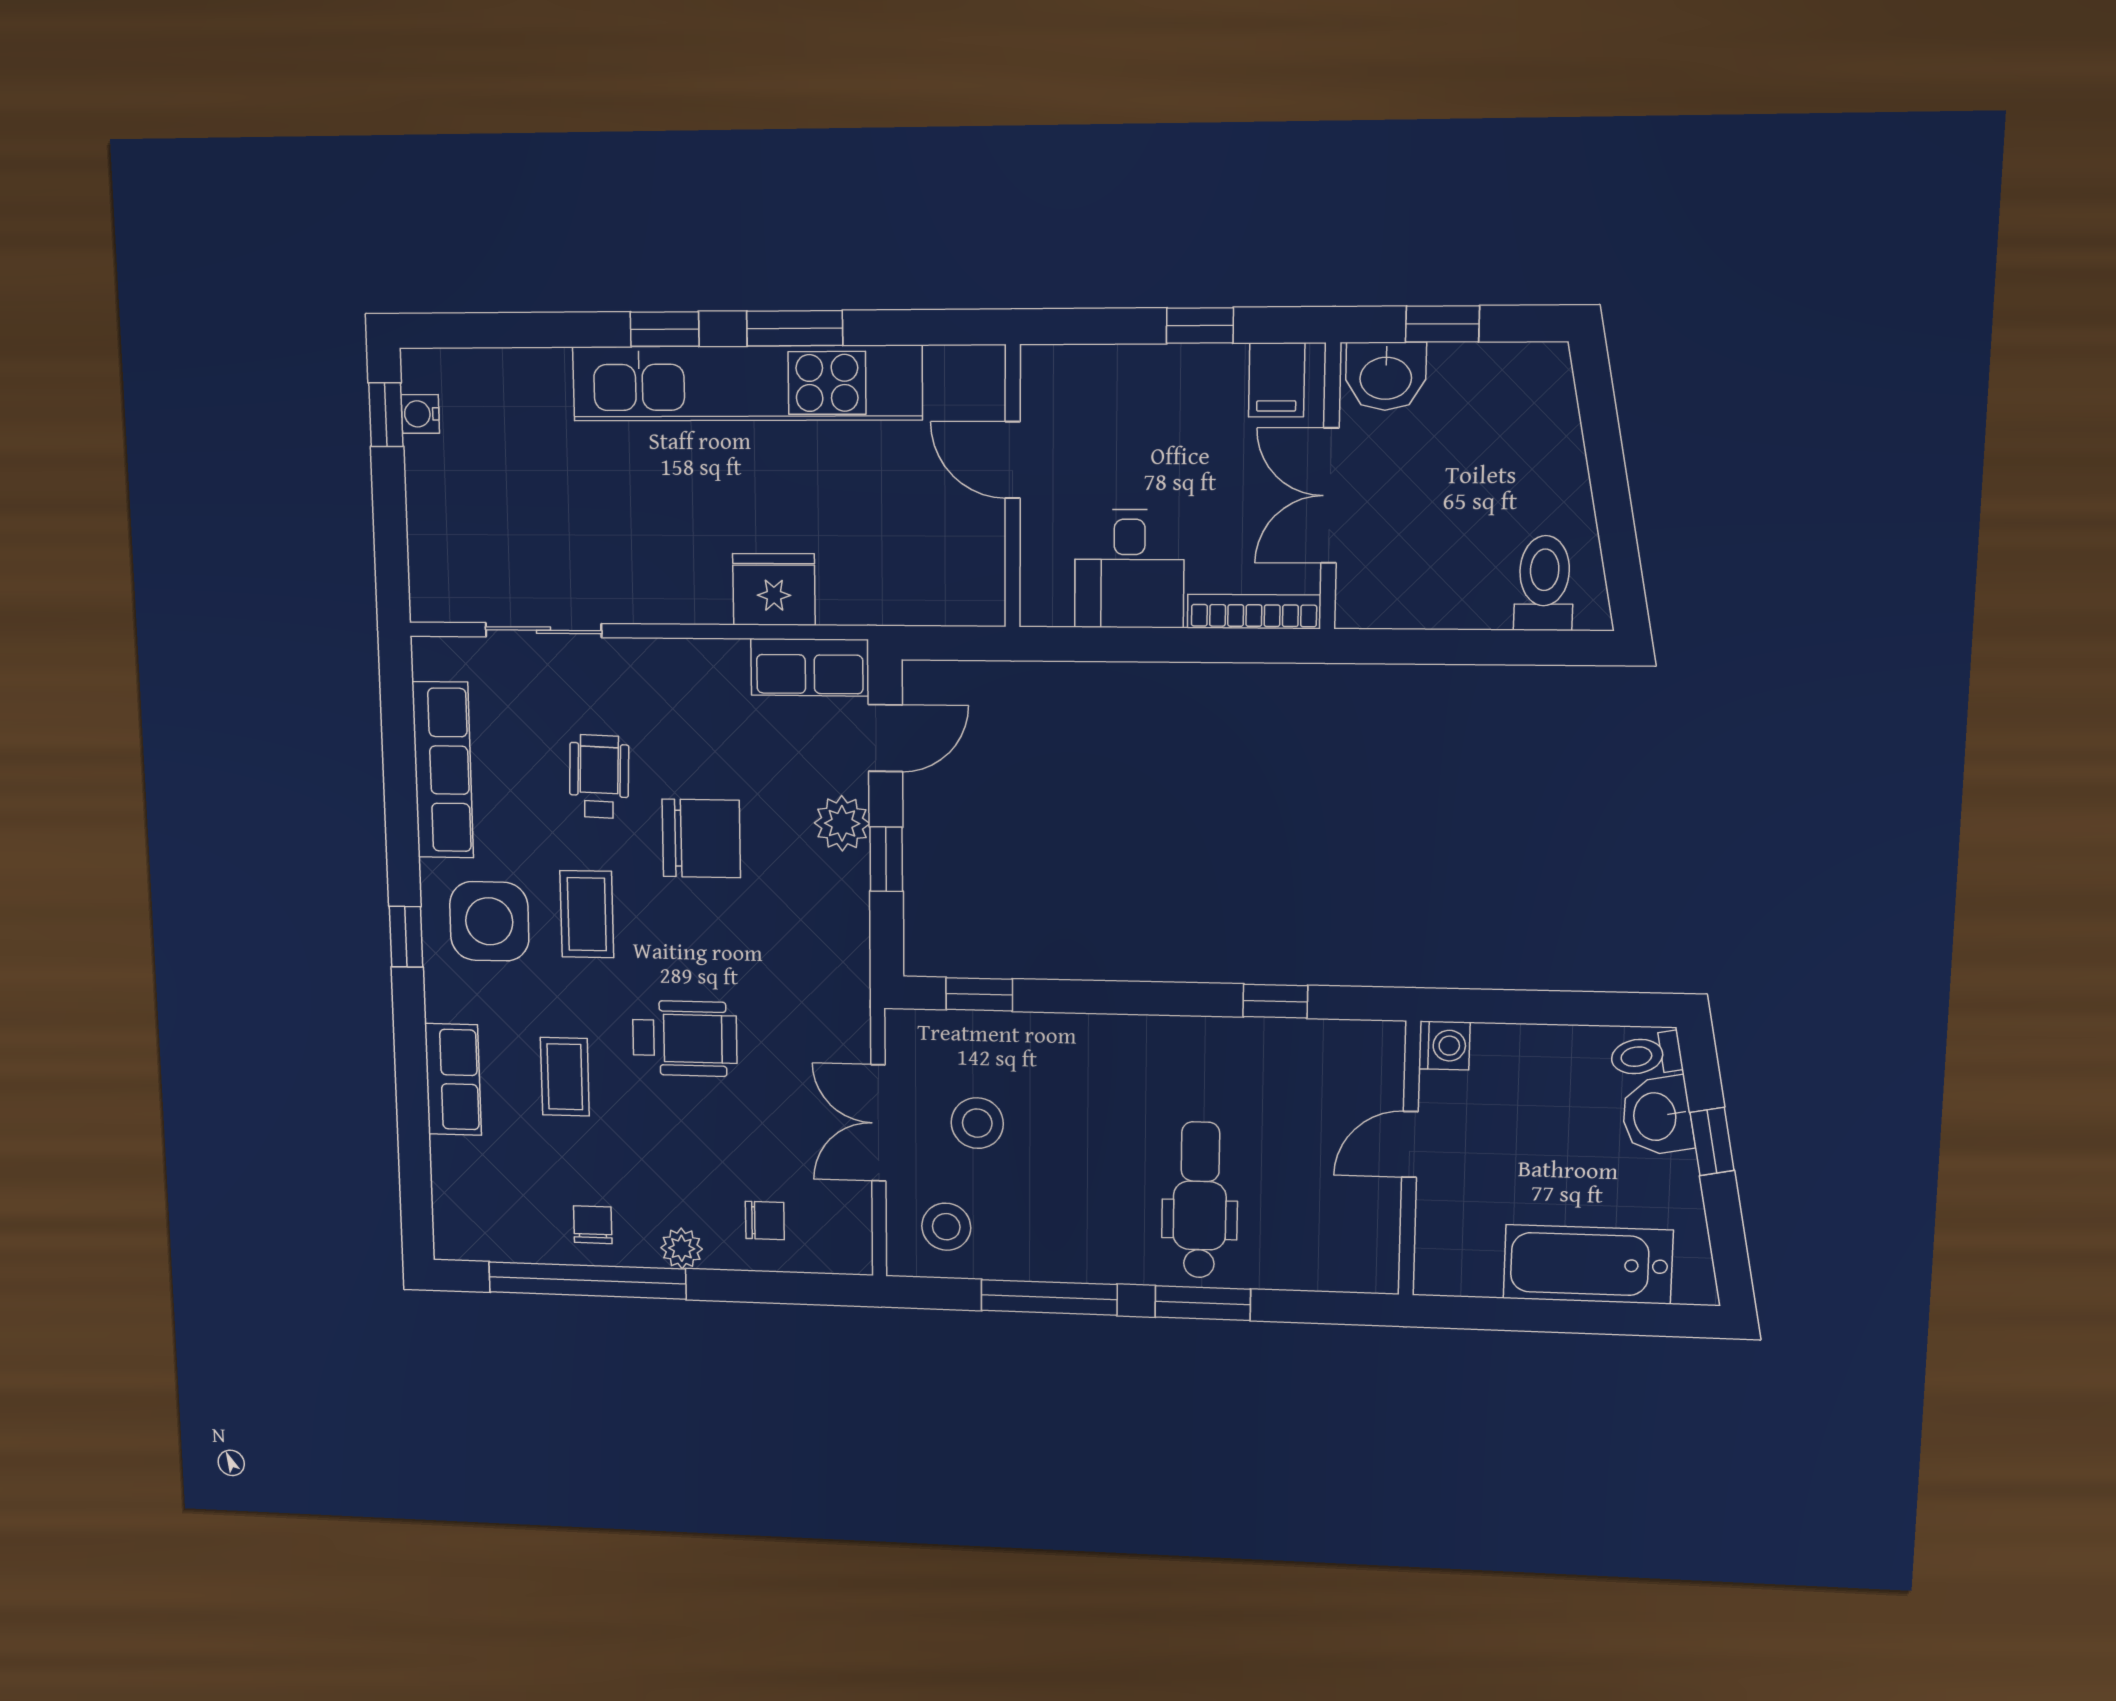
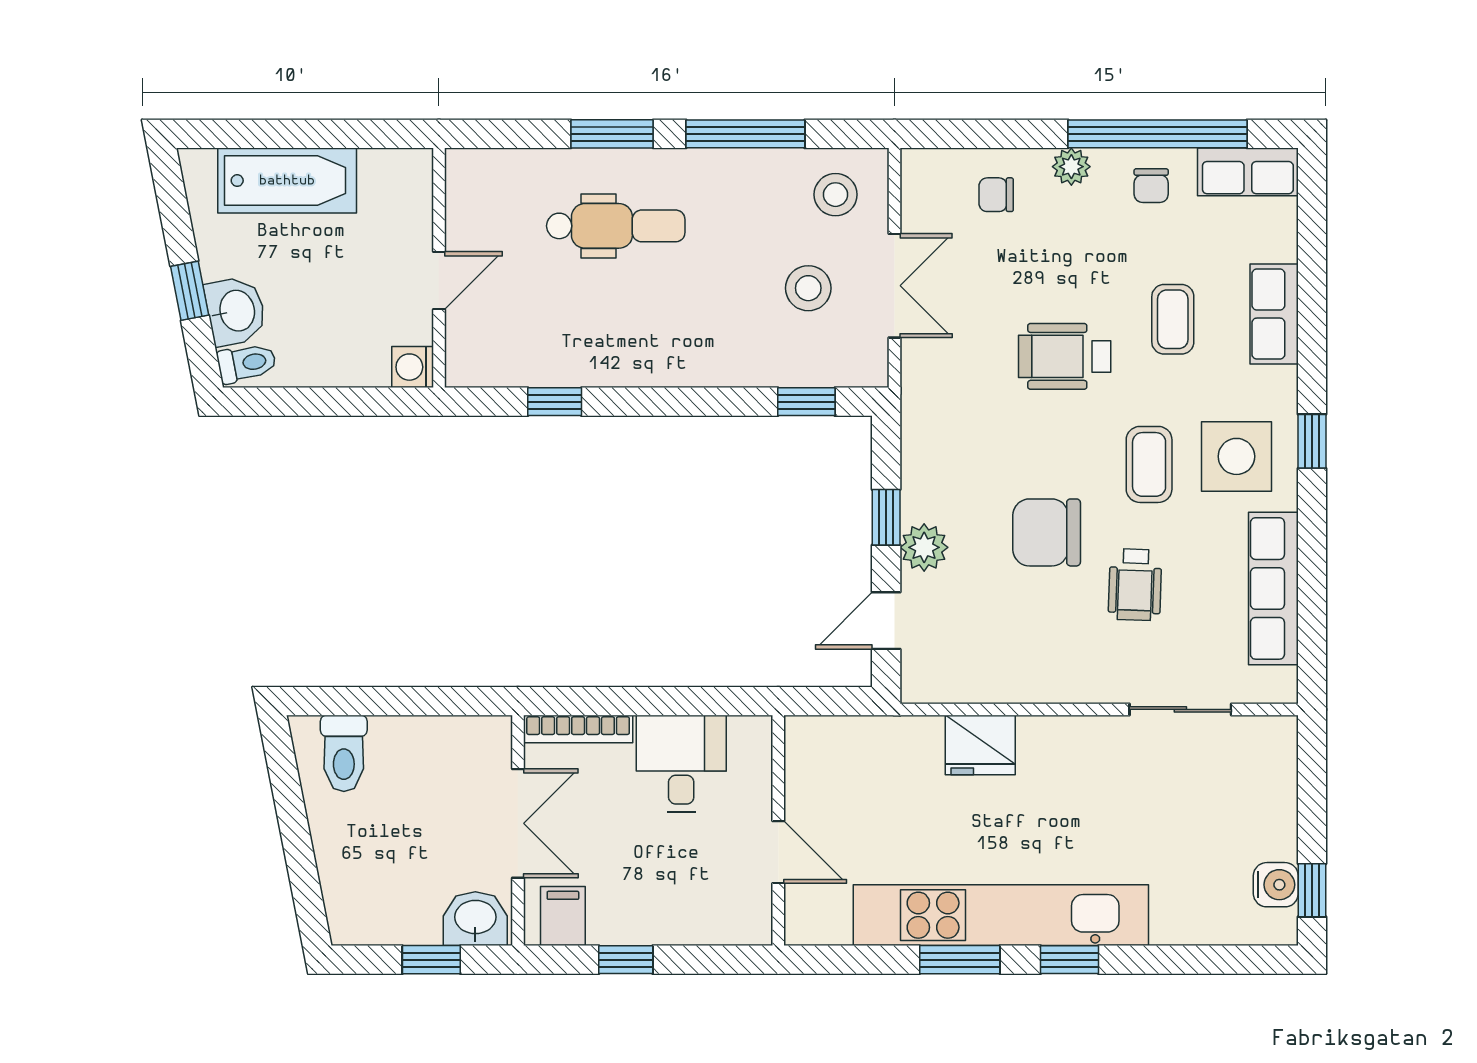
water cooler: (420, 414) -> (1276, 885), width x1.38, depth x1.38
row of seats: (810, 667) -> (1248, 172), moved, turned 180
dental chair: (1200, 1200) -> (616, 226), turned -90

